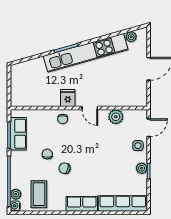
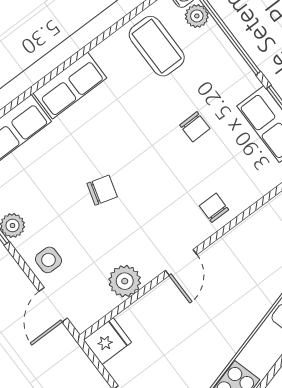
fridge: (68, 98) -> (107, 341), moved, turned -90
door: (90, 108) -> (181, 262), swing flipped
chair: (65, 168) -> (102, 190), moved

